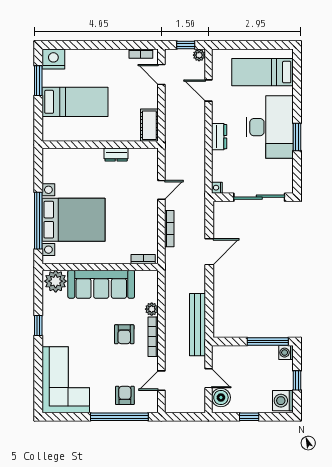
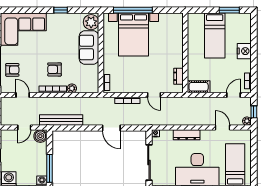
nightstand: (53, 59) -> (244, 51), moved
door: (208, 90) -> (223, 127), hinge flipped
dresser: (219, 137) -> (187, 135), width x1.44
dresser: (116, 154) -> (178, 76), moved
sofa: (101, 284) -> (89, 47), width x0.73
boiler: (221, 397) -> (40, 136), moved

